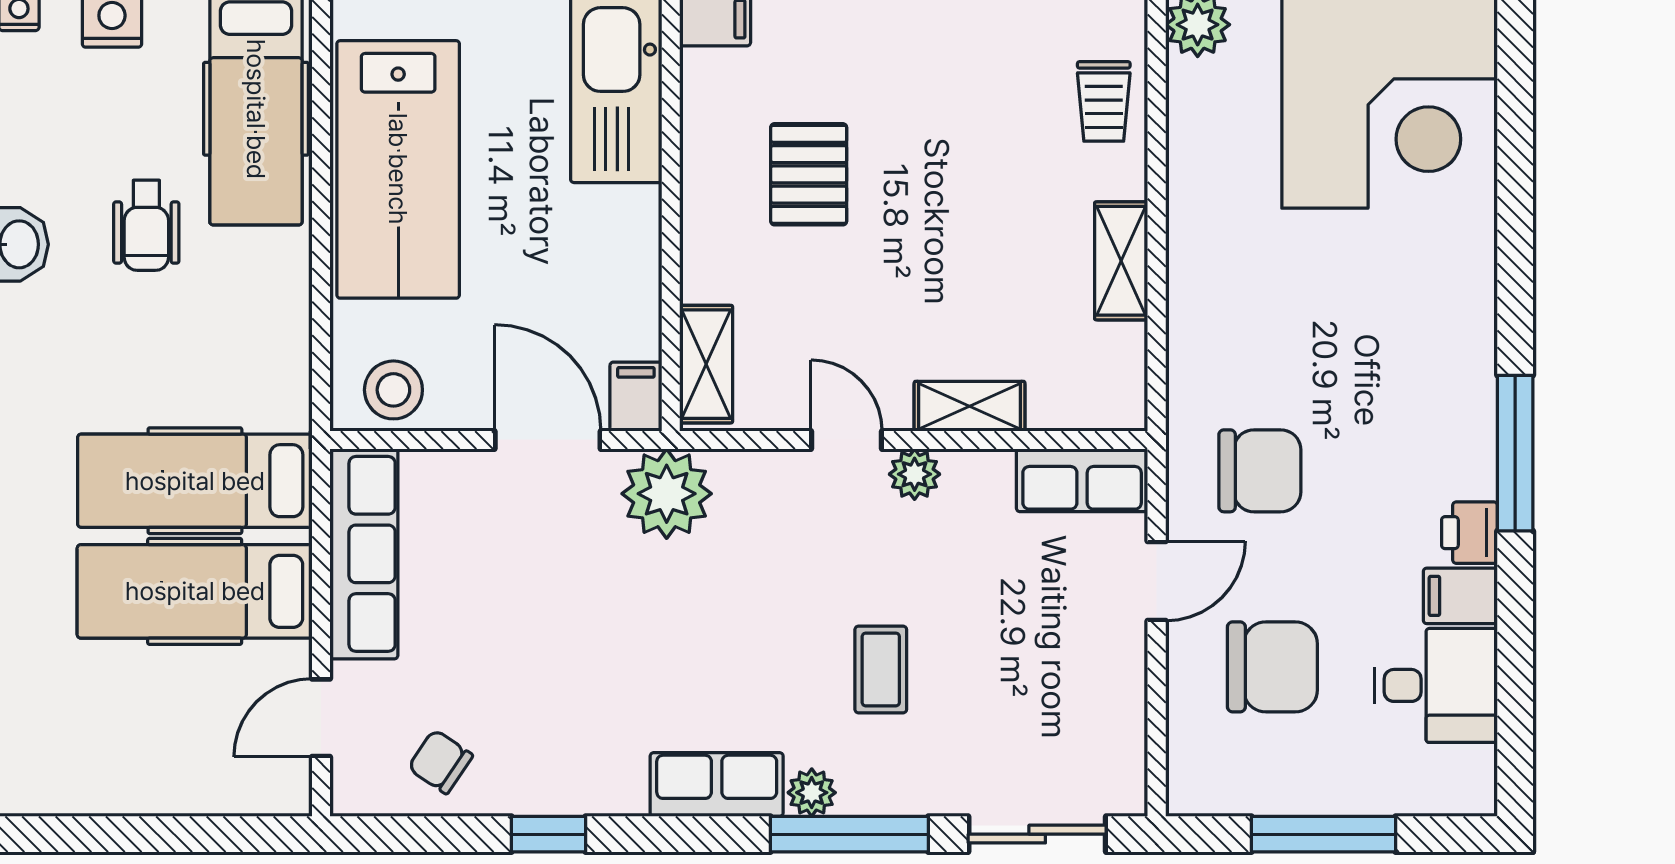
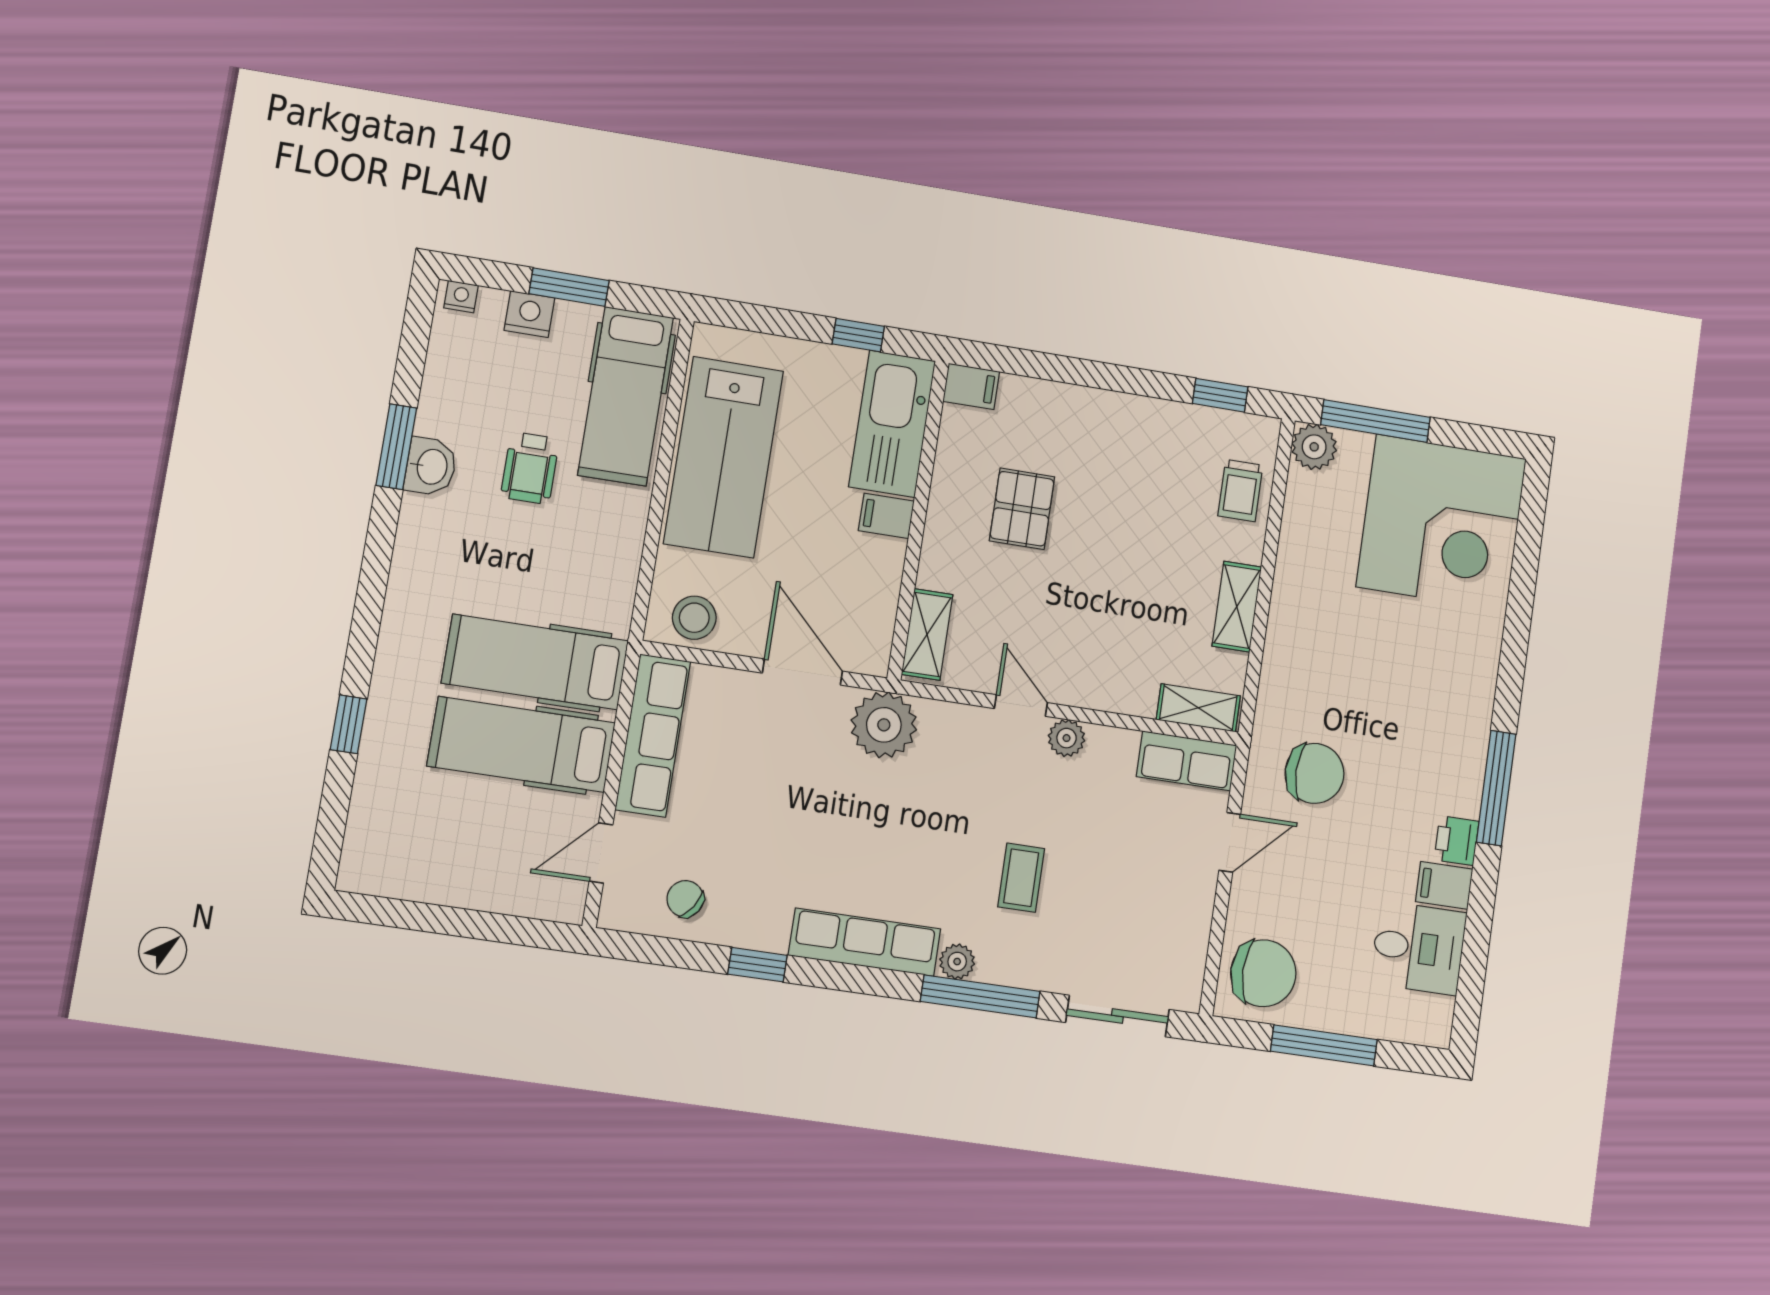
filing cabinet: (636, 397) -> (886, 516), moved, turned -90
shelving: (970, 406) -> (1198, 708), moved
chair: (1272, 667) -> (1263, 973), moved
row of seats: (717, 784) -> (865, 942), width x1.48

